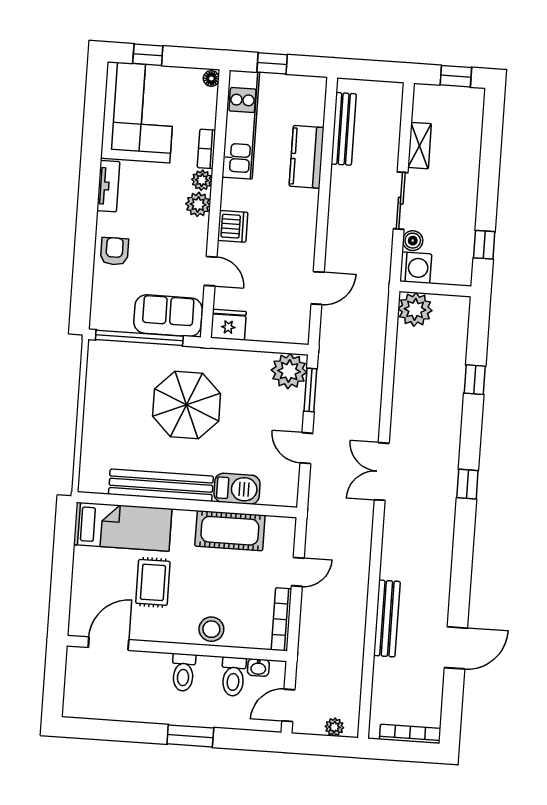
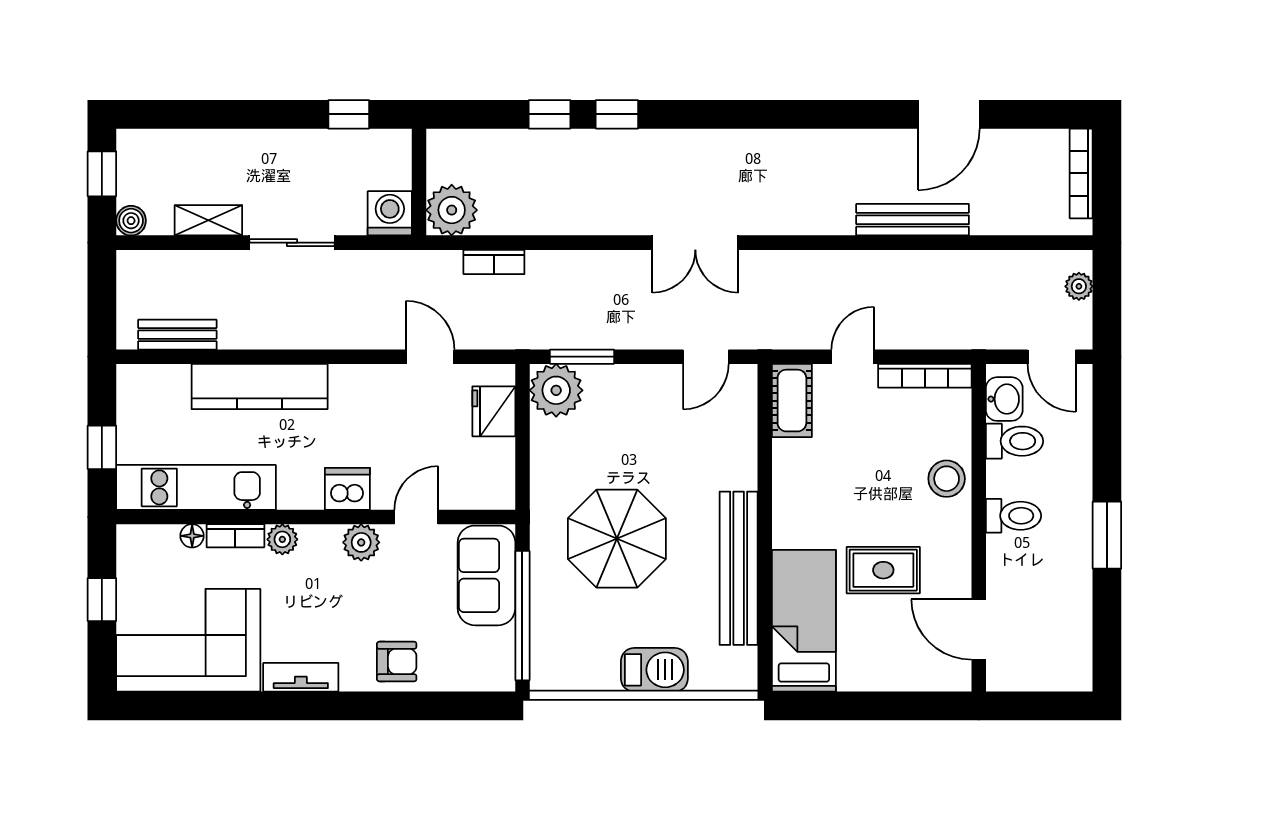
window: (148, 55) -> (102, 600), moved
floor lamp: (211, 78) -> (192, 536), moved
bench: (344, 129) -> (177, 335), width x0.73
kitchen counter: (307, 157) -> (260, 386), width x1.50
plant: (198, 204) -> (361, 542), moved
boiler: (413, 241) -> (131, 221), moved
armchair: (114, 251) -> (397, 661), turned 180
fridge: (228, 325) -> (494, 411), moved
bookcase: (378, 335) -> (494, 262), added
door: (306, 448) -> (706, 357), moved
window: (467, 484) -> (617, 114), moved
barbecue: (237, 489) -> (654, 670), moved, turned 90
cot: (230, 531) -> (792, 401), moved, width x0.73, depth x0.75
door: (298, 572) -> (853, 357), hinge flipped
door: (456, 648) -> (949, 114), swing flipped
washbasin: (258, 668) -> (1004, 399), width x1.38, depth x1.45
window: (190, 736) -> (1107, 535), moved

